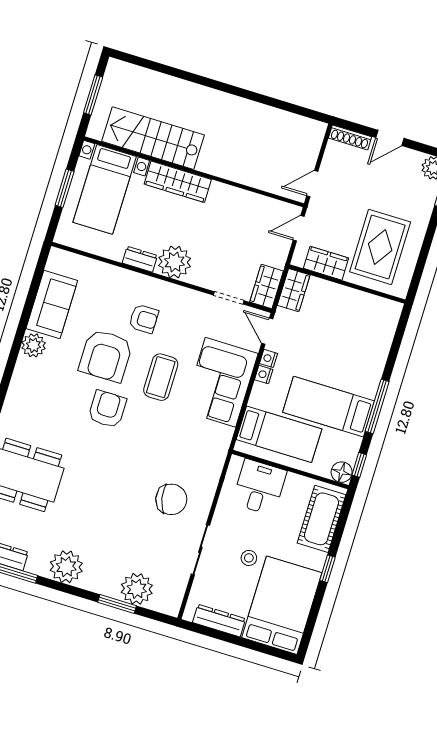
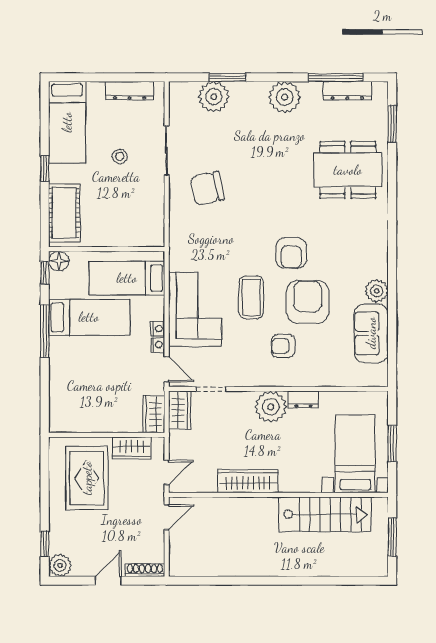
wardrobe: (178, 182) -> (248, 481), moved
desk: (259, 487) -> (130, 224), removed
bed: (282, 605) -> (67, 122), width x0.67

